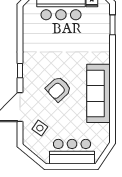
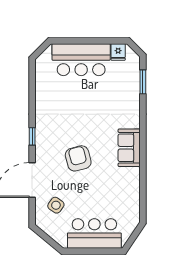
armchair: (58, 89) -> (78, 158), turned 118
sofa: (99, 93) -> (129, 148), width x0.54, depth x0.79

